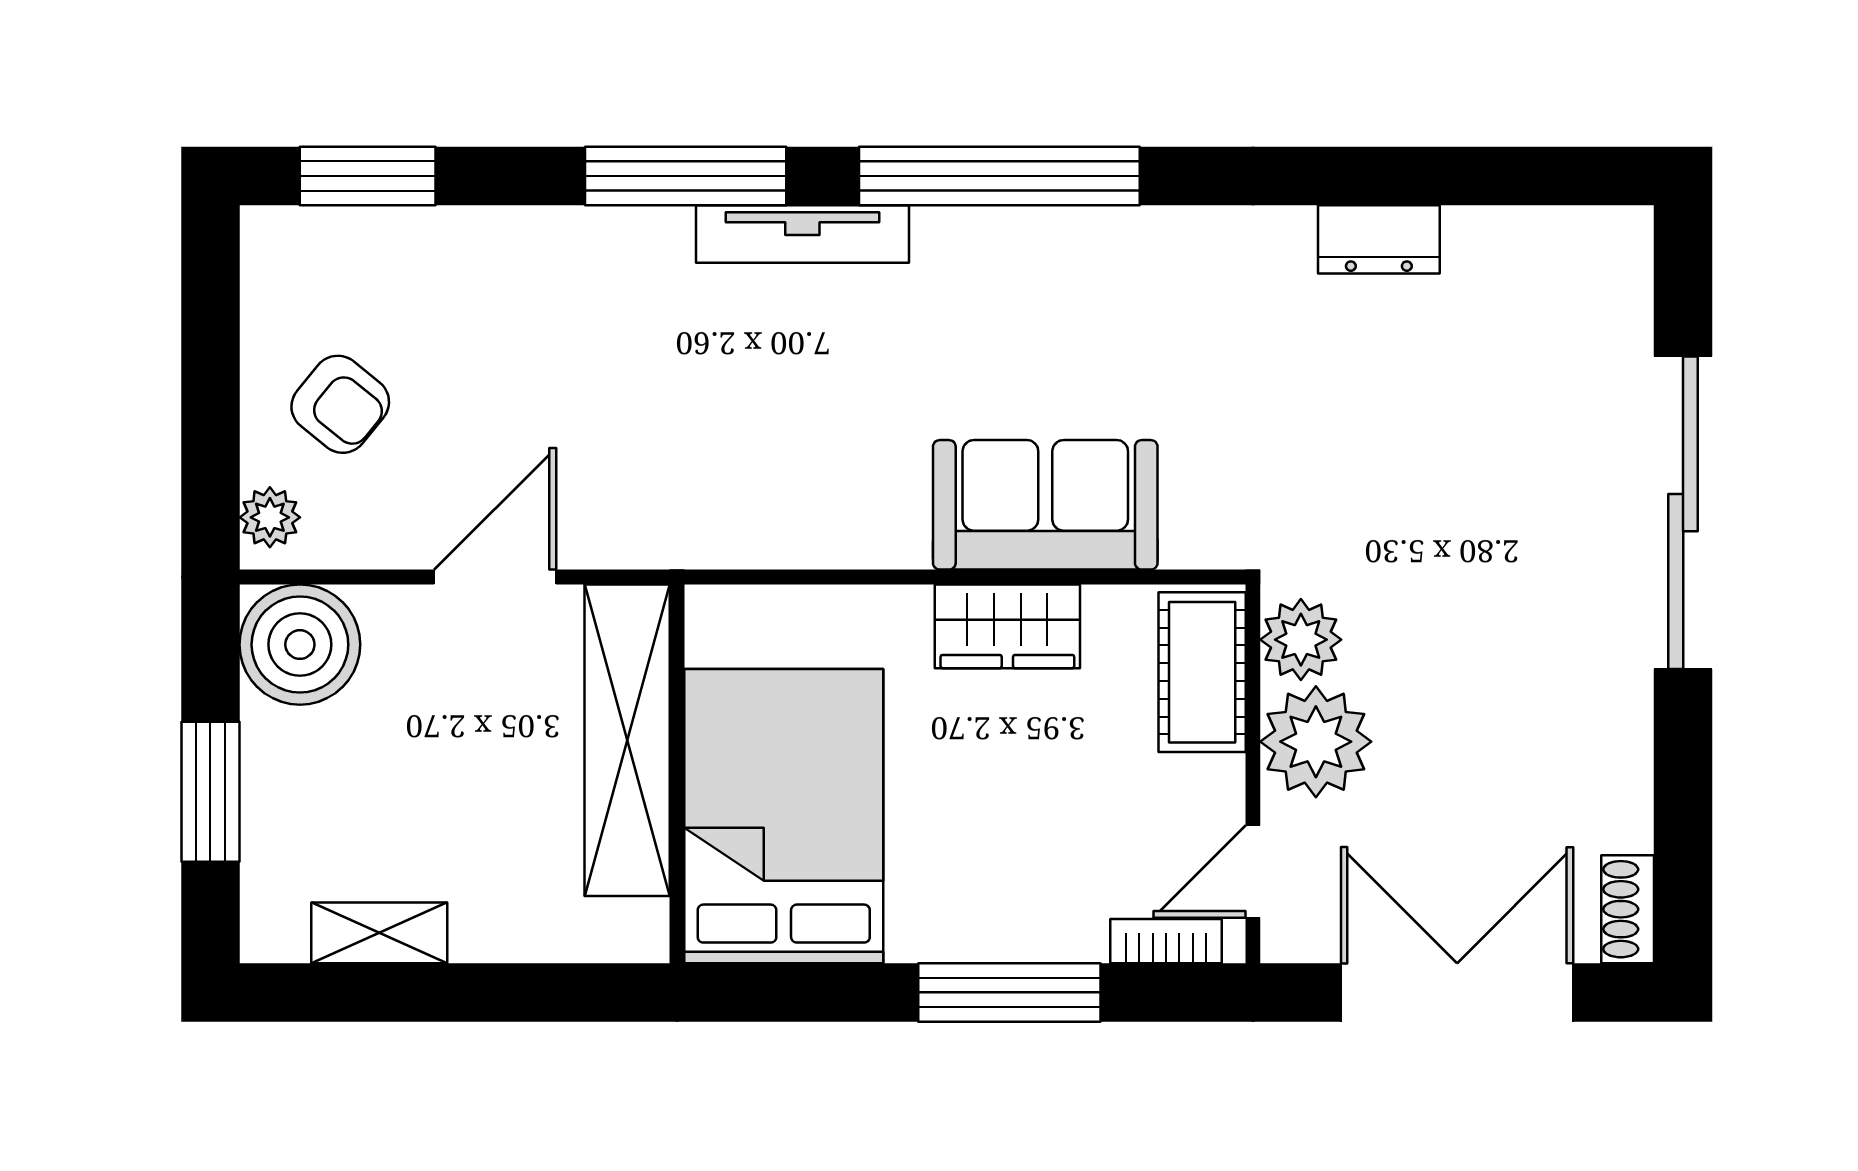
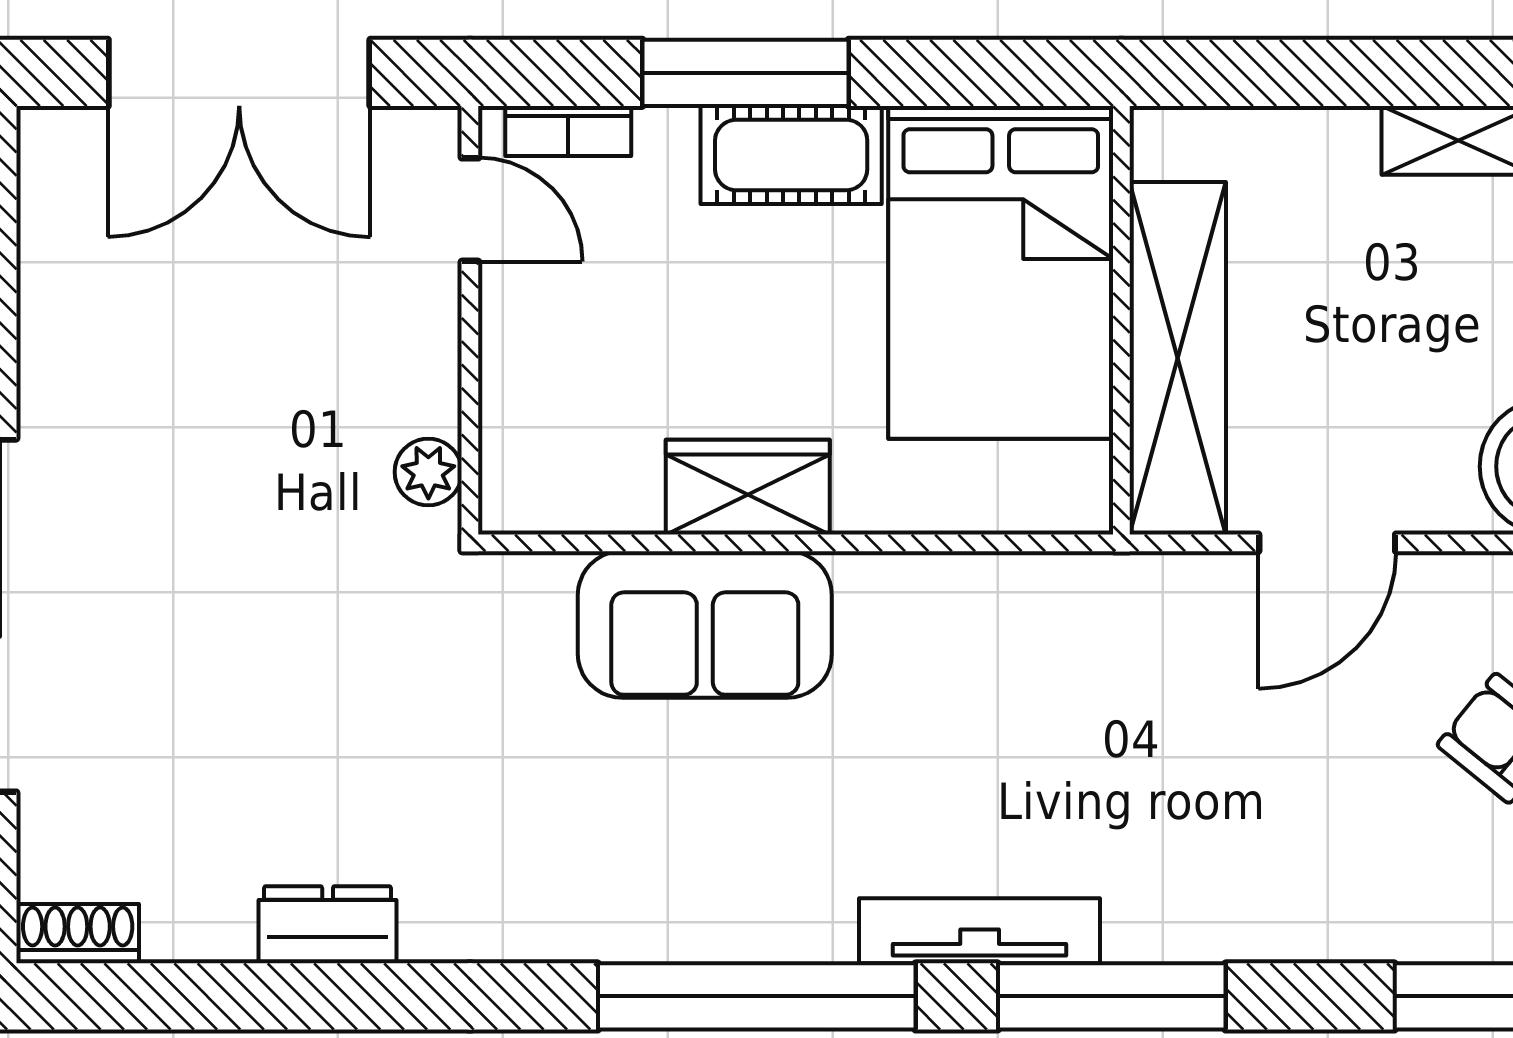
plant: (1301, 640) -> (428, 472), width x0.73, depth x0.73
cot: (1202, 672) -> (791, 155), moved, turned 90
plant: (1316, 742) -> (399, 357), removed
door: (1253, 872) -> (470, 210), hinge flipped
shoe rack: (1628, 909) -> (78, 934), moved, turned -90

